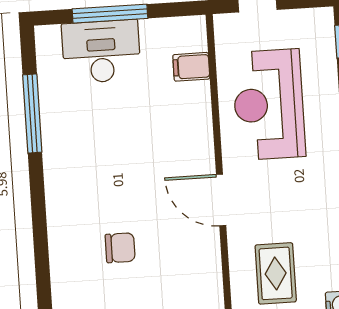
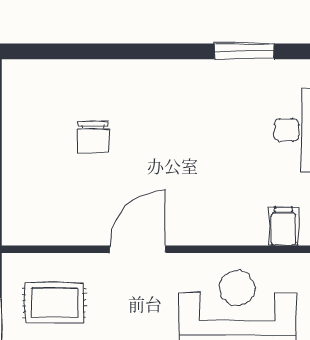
window: (32, 114) -> (244, 51), width x0.69

